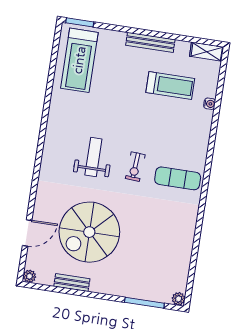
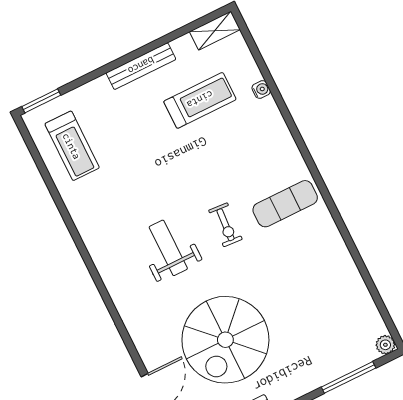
treadmill: (79, 60) -> (72, 146), width x0.73, depth x0.73

